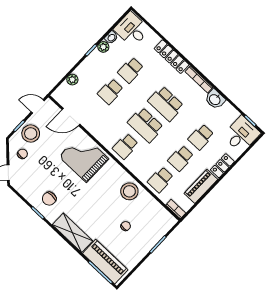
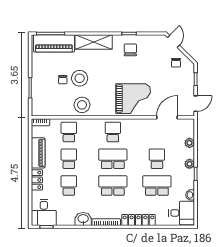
plant: (103, 47) -> (190, 164), moved
school desk: (131, 70) -> (157, 186), width x1.85
stool: (31, 134) -> (80, 78), moved

